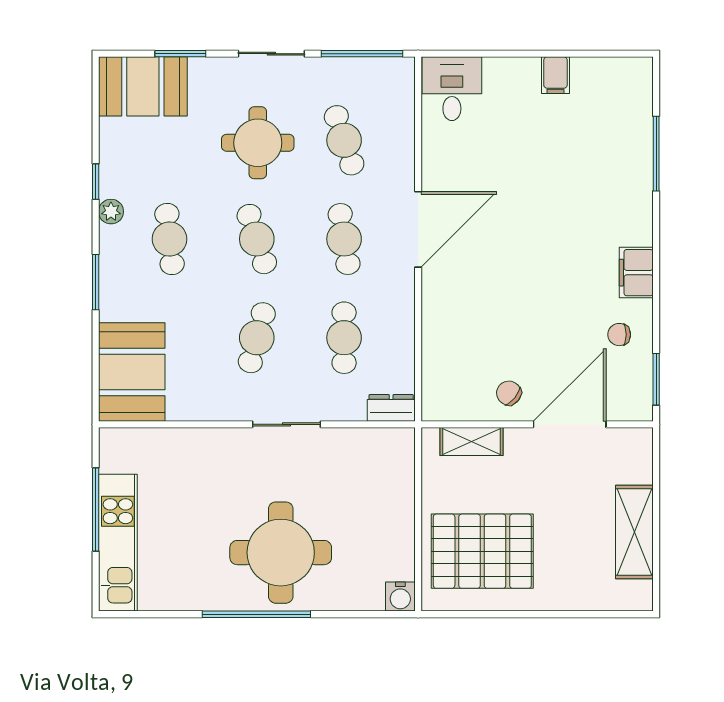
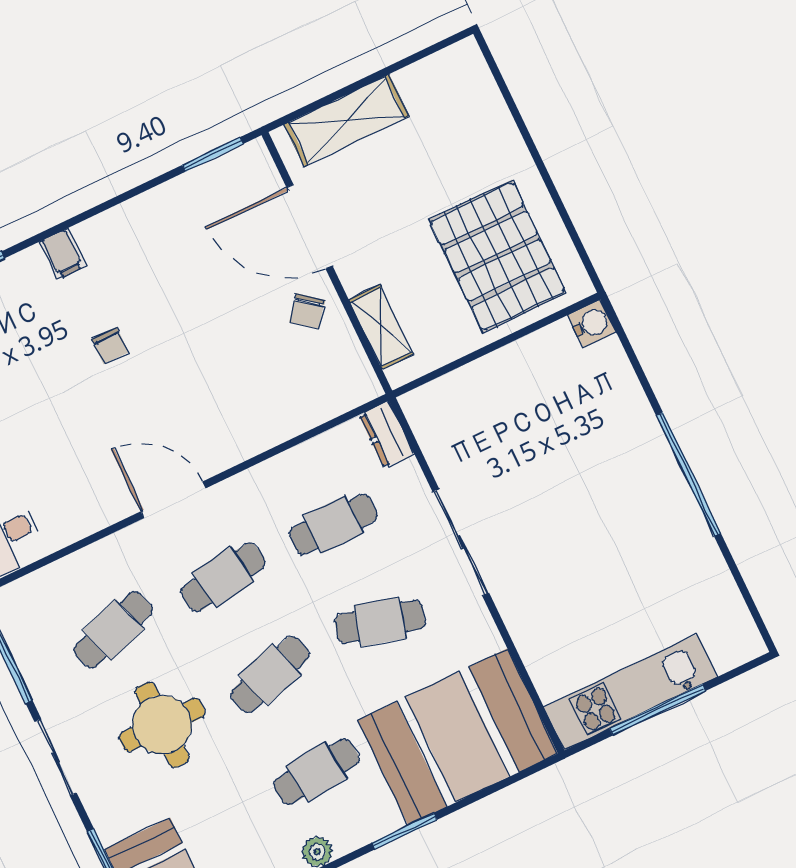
door: (418, 229) -> (173, 500), width x0.73
filing cabinet: (636, 273) -> (63, 254), moved, width x0.50
chair: (619, 335) -> (110, 346), moved
booth: (132, 372) -> (458, 737), width x1.36, depth x1.42
sliding door: (286, 424) -> (461, 542), width x1.37
shelving: (634, 532) -> (346, 120), moved
kitchen unit: (118, 543) -> (631, 692), moved
round table: (281, 553) -> (607, 480), removed

